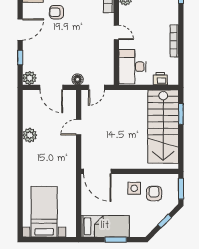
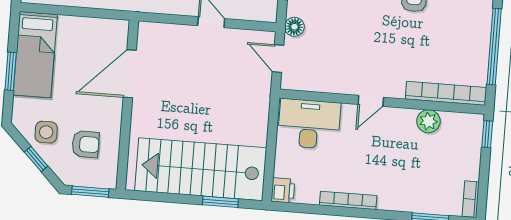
printer: (160, 79) -> (283, 190), moved
door: (97, 171) -> (130, 74), moved
side table: (134, 188) -> (46, 132), moved

